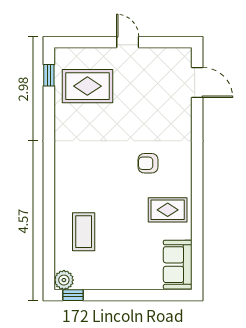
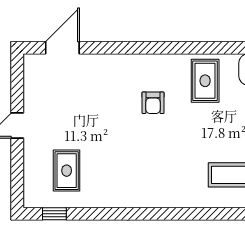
rug: (87, 86) -> (67, 171), width x0.73, depth x0.70

